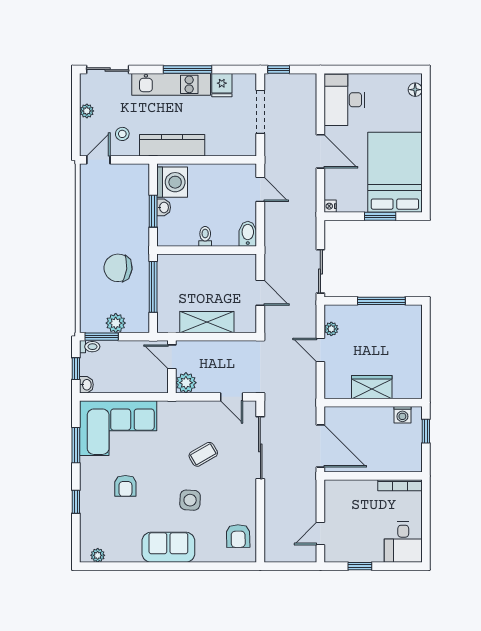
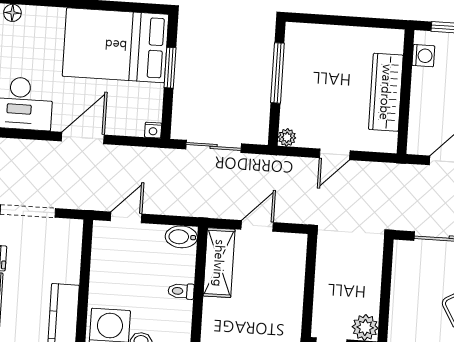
sliding door: (320, 271) -> (214, 146), moved
shelving: (207, 322) -> (219, 263), moved
plant: (331, 329) -> (287, 137), moved
wardrobe: (372, 387) -> (386, 92), width x1.50
door: (232, 397) -> (387, 271), removed

